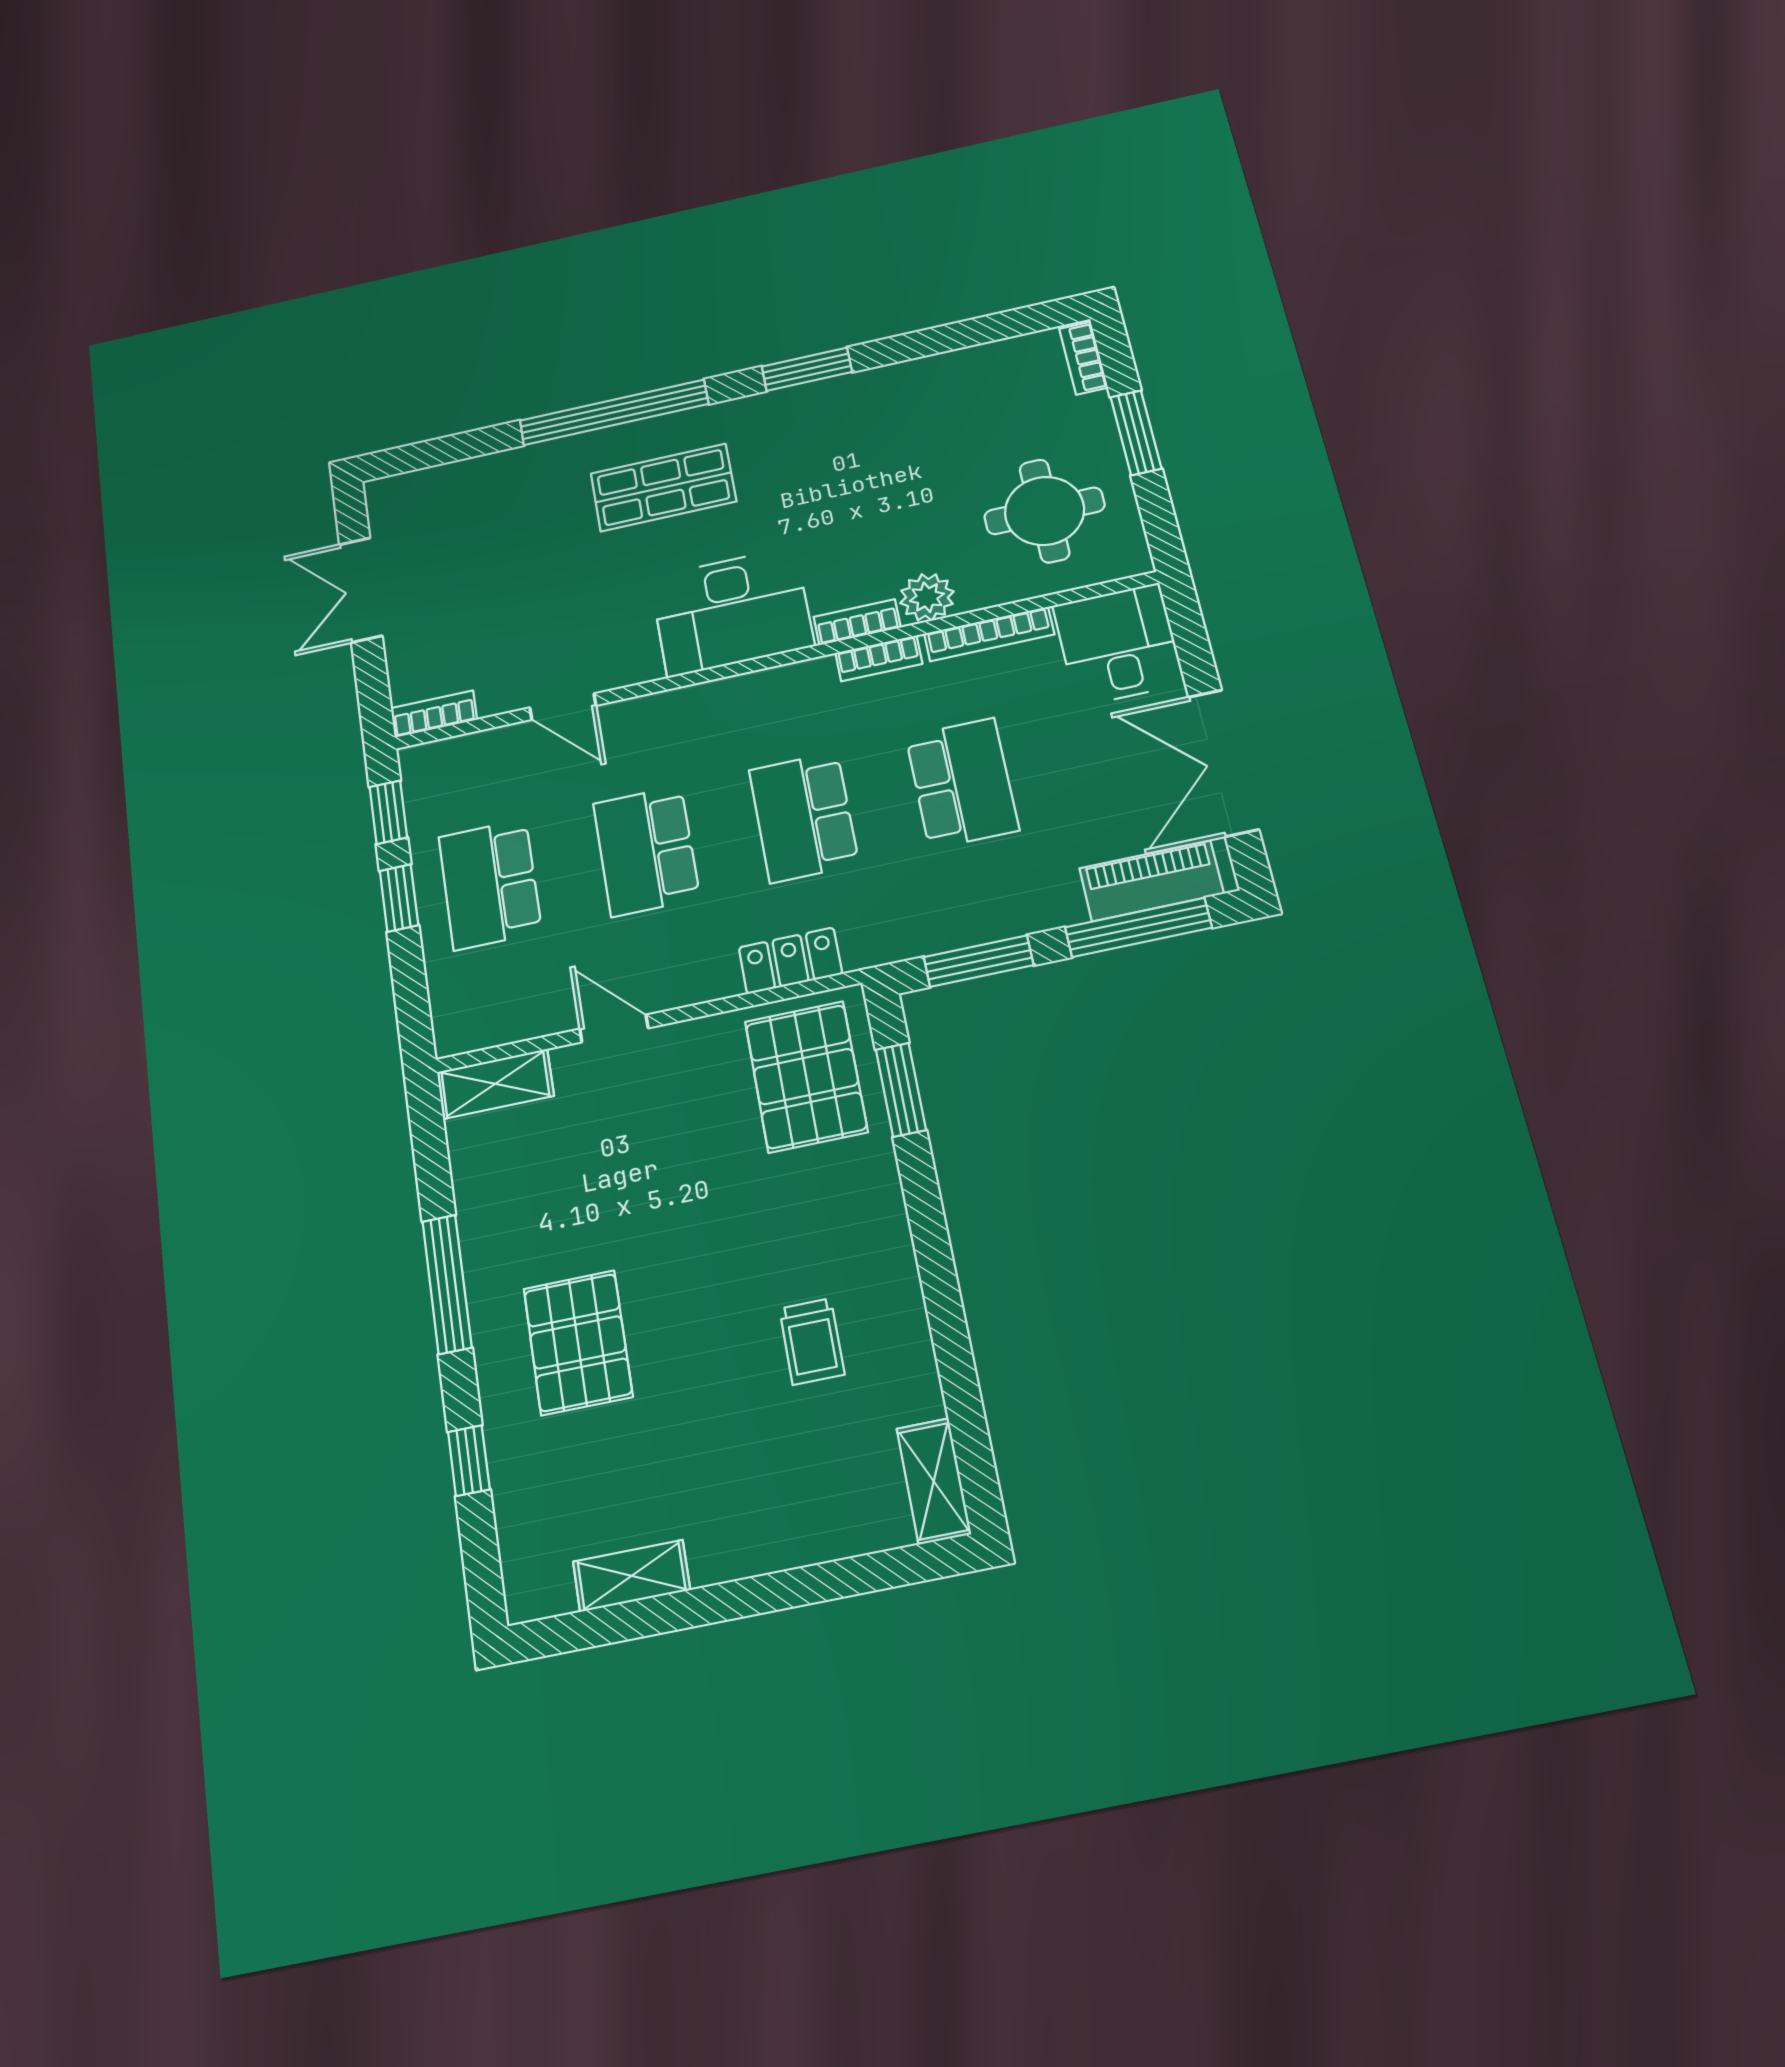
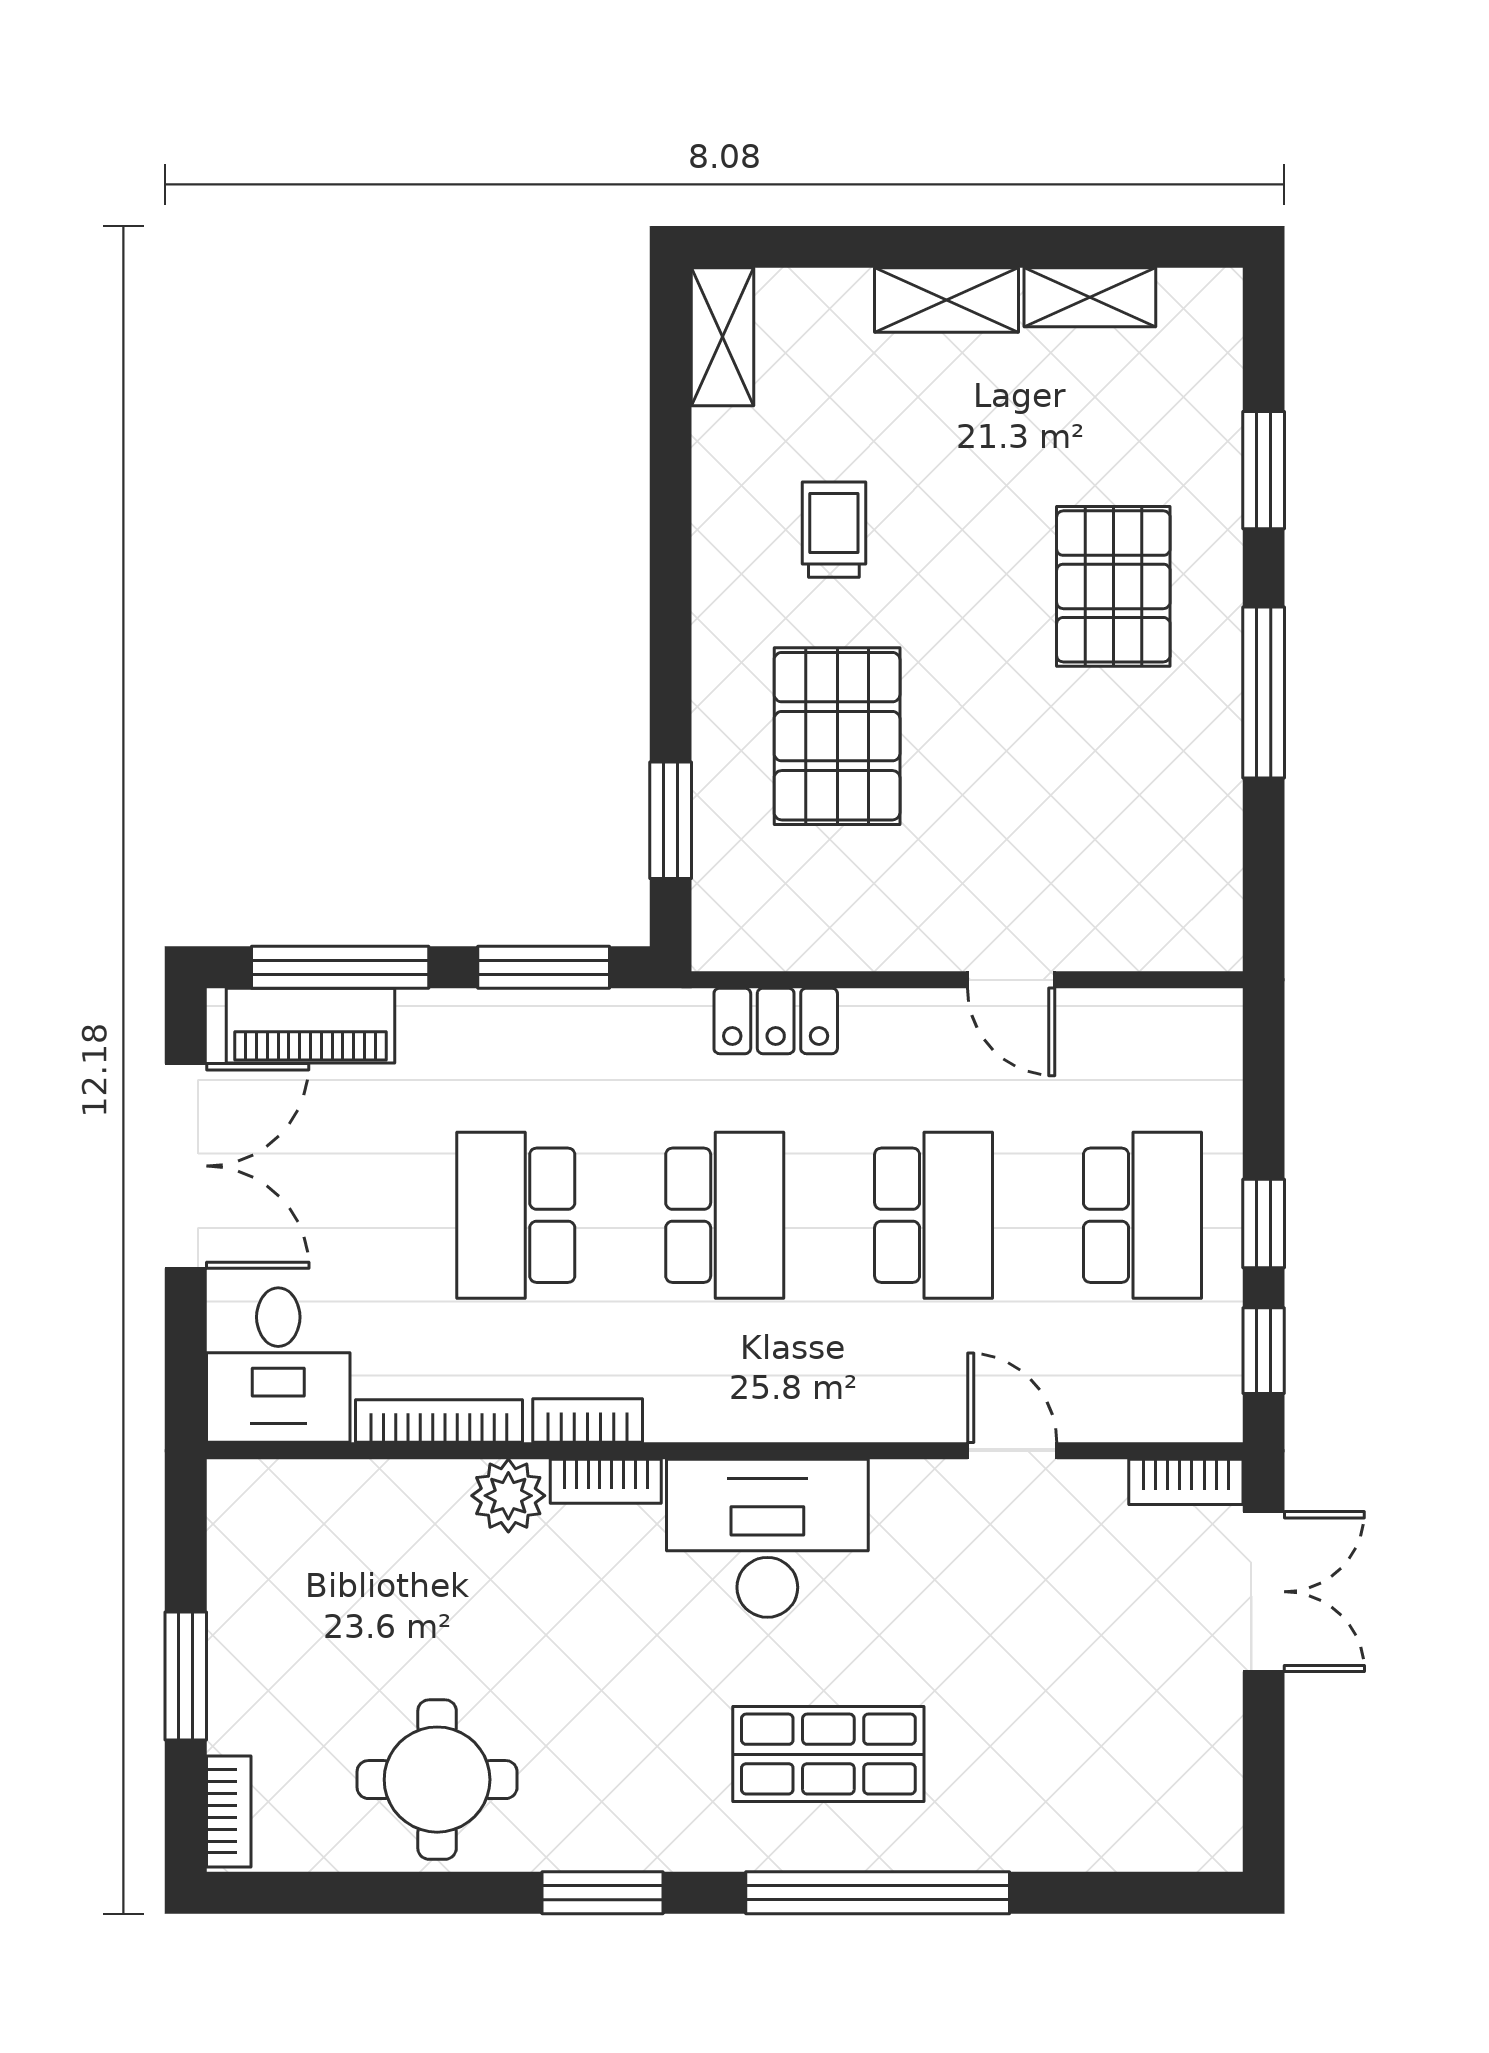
round table: (1044, 511) -> (437, 1780), moved
double door: (361, 590) -> (1264, 1592), moved
pallet: (806, 1077) -> (837, 736), moved
shelving: (495, 1084) -> (947, 300), moved
window: (469, 1461) -> (1264, 470), width x1.50

